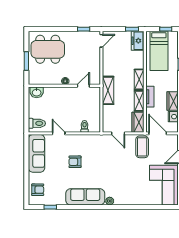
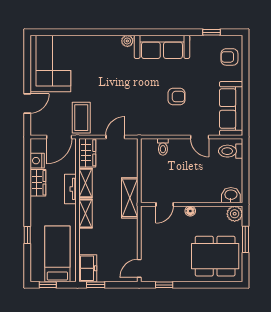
plant: (34, 79) -> (235, 214), added
door: (118, 133) -> (115, 137), hinge flipped
door: (158, 133) -> (59, 137), hinge flipped

